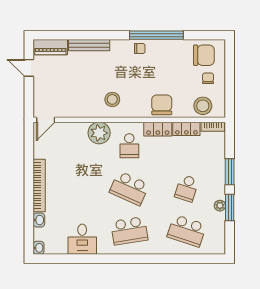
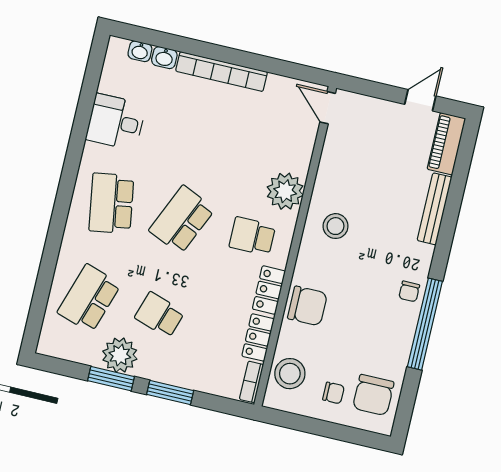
plant: (220, 206) -> (120, 355), width x1.88, depth x1.88
washbasin: (39, 248) -> (140, 51), moved

